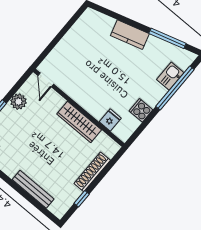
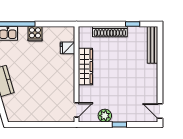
cooker: (141, 110) -> (35, 34), moved
bench: (33, 189) -> (152, 45), moved

